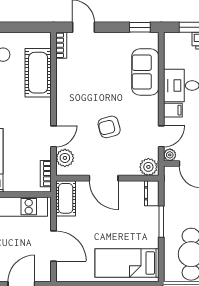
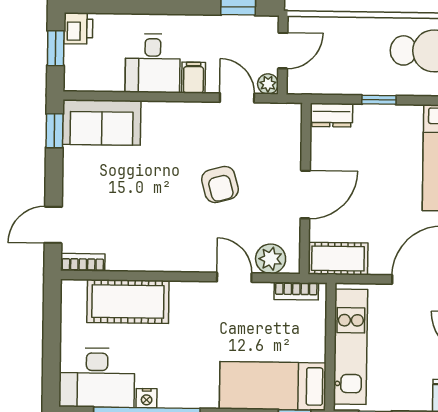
sofa: (145, 72) -> (102, 122), moved
plant: (148, 167) -> (287, 120), removed
window: (161, 222) -> (379, 100), width x0.67

